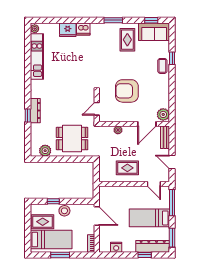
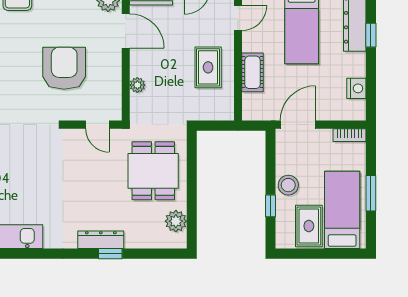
armchair: (127, 91) -> (64, 68), turned 180
cot: (125, 192) -> (253, 72), added

